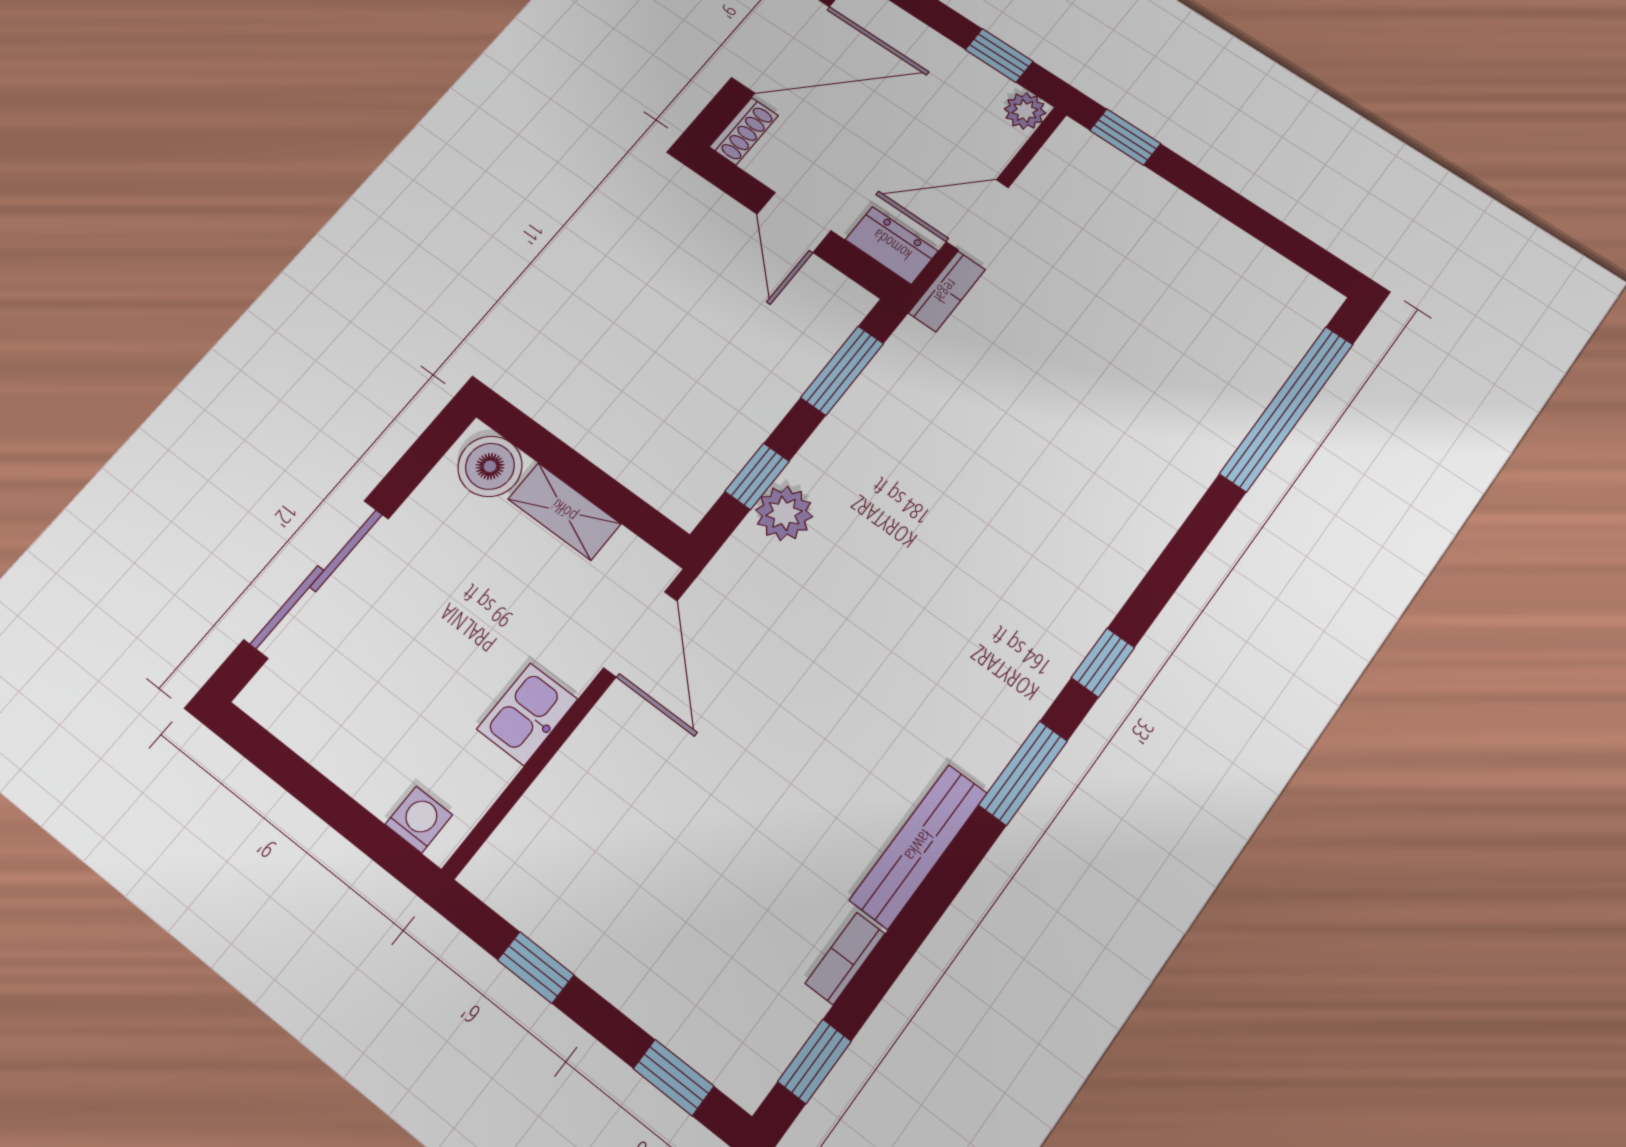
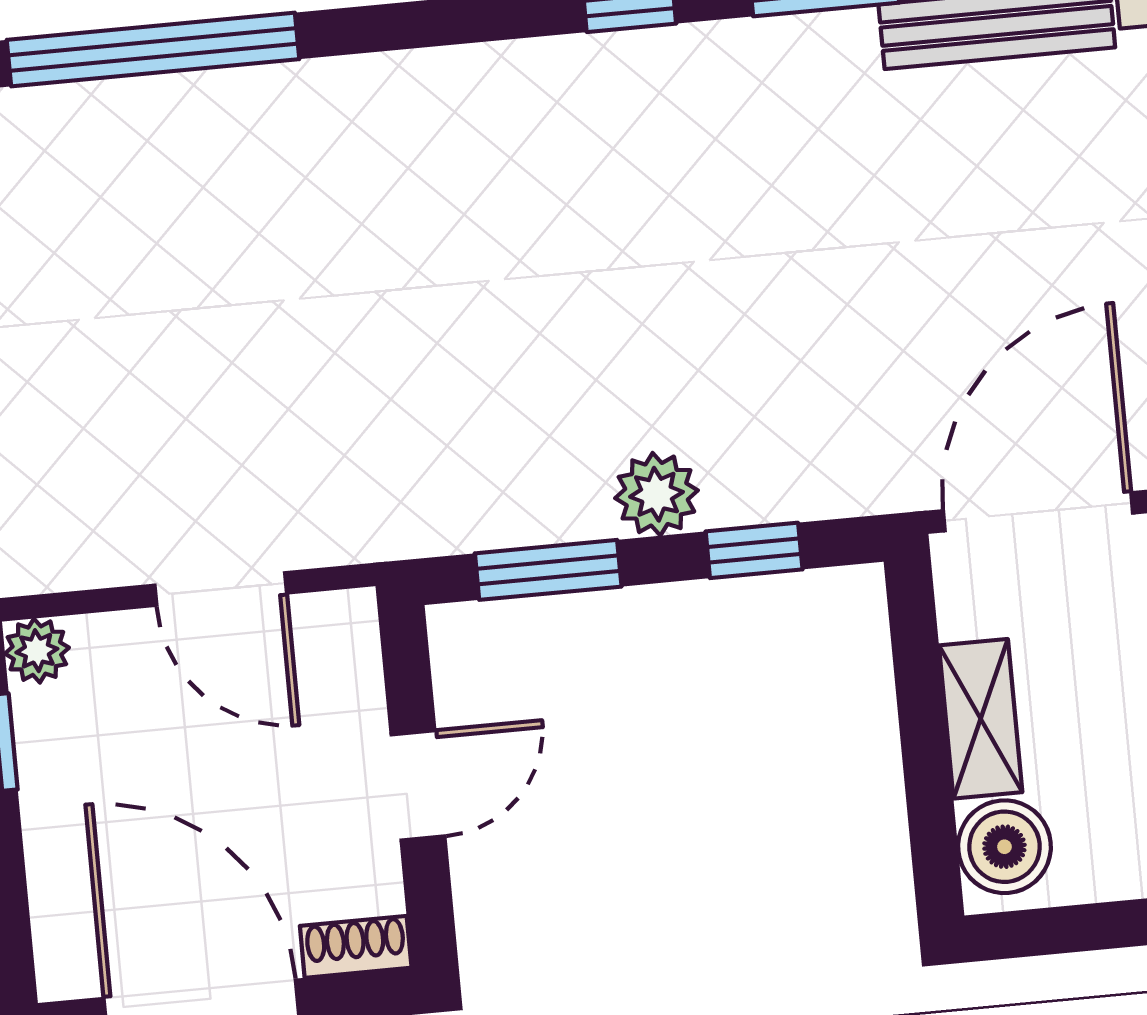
dresser: (892, 245) -> (347, 651), removed
bookcase: (947, 291) -> (348, 540), removed
plant: (784, 513) -> (656, 494), moved
door: (640, 634) -> (1038, 512), width x1.36

